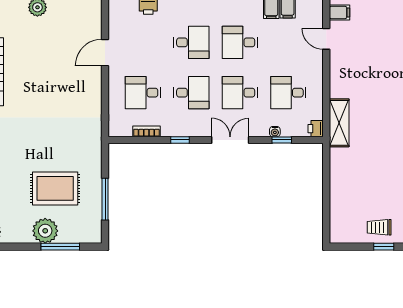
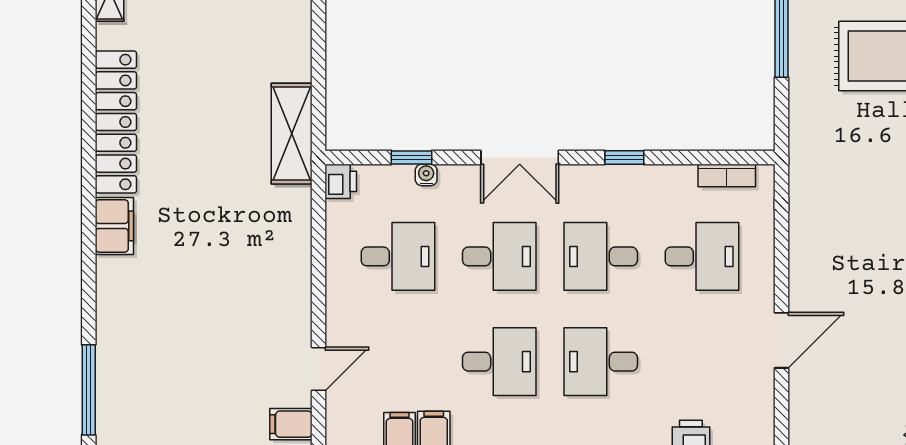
door: (326, 39) -> (318, 369), hinge flipped
shelving: (339, 123) -> (292, 134), moved
bookcase: (146, 131) -> (727, 176), moved

